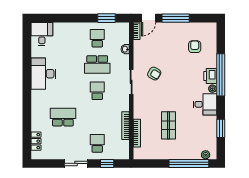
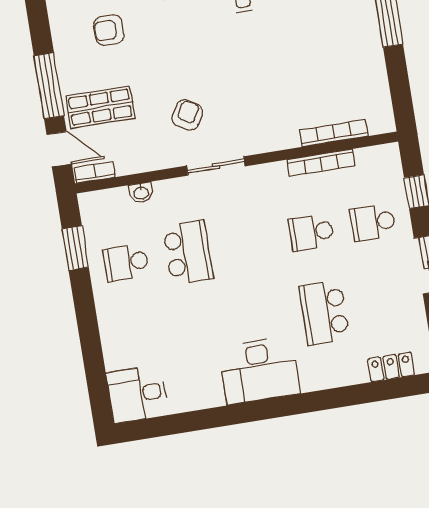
desk: (43, 74) -> (259, 370), moved
school desk: (97, 91) -> (311, 232), moved
shop shelf: (168, 125) -> (100, 107), moved

